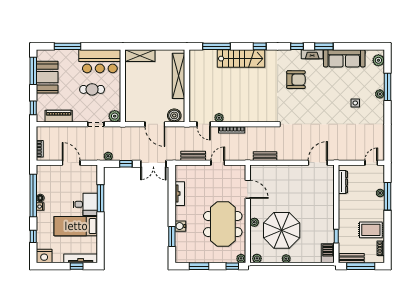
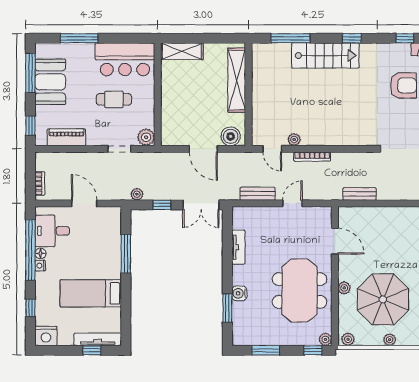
desk: (85, 204) -> (52, 231), moved, turned 180

